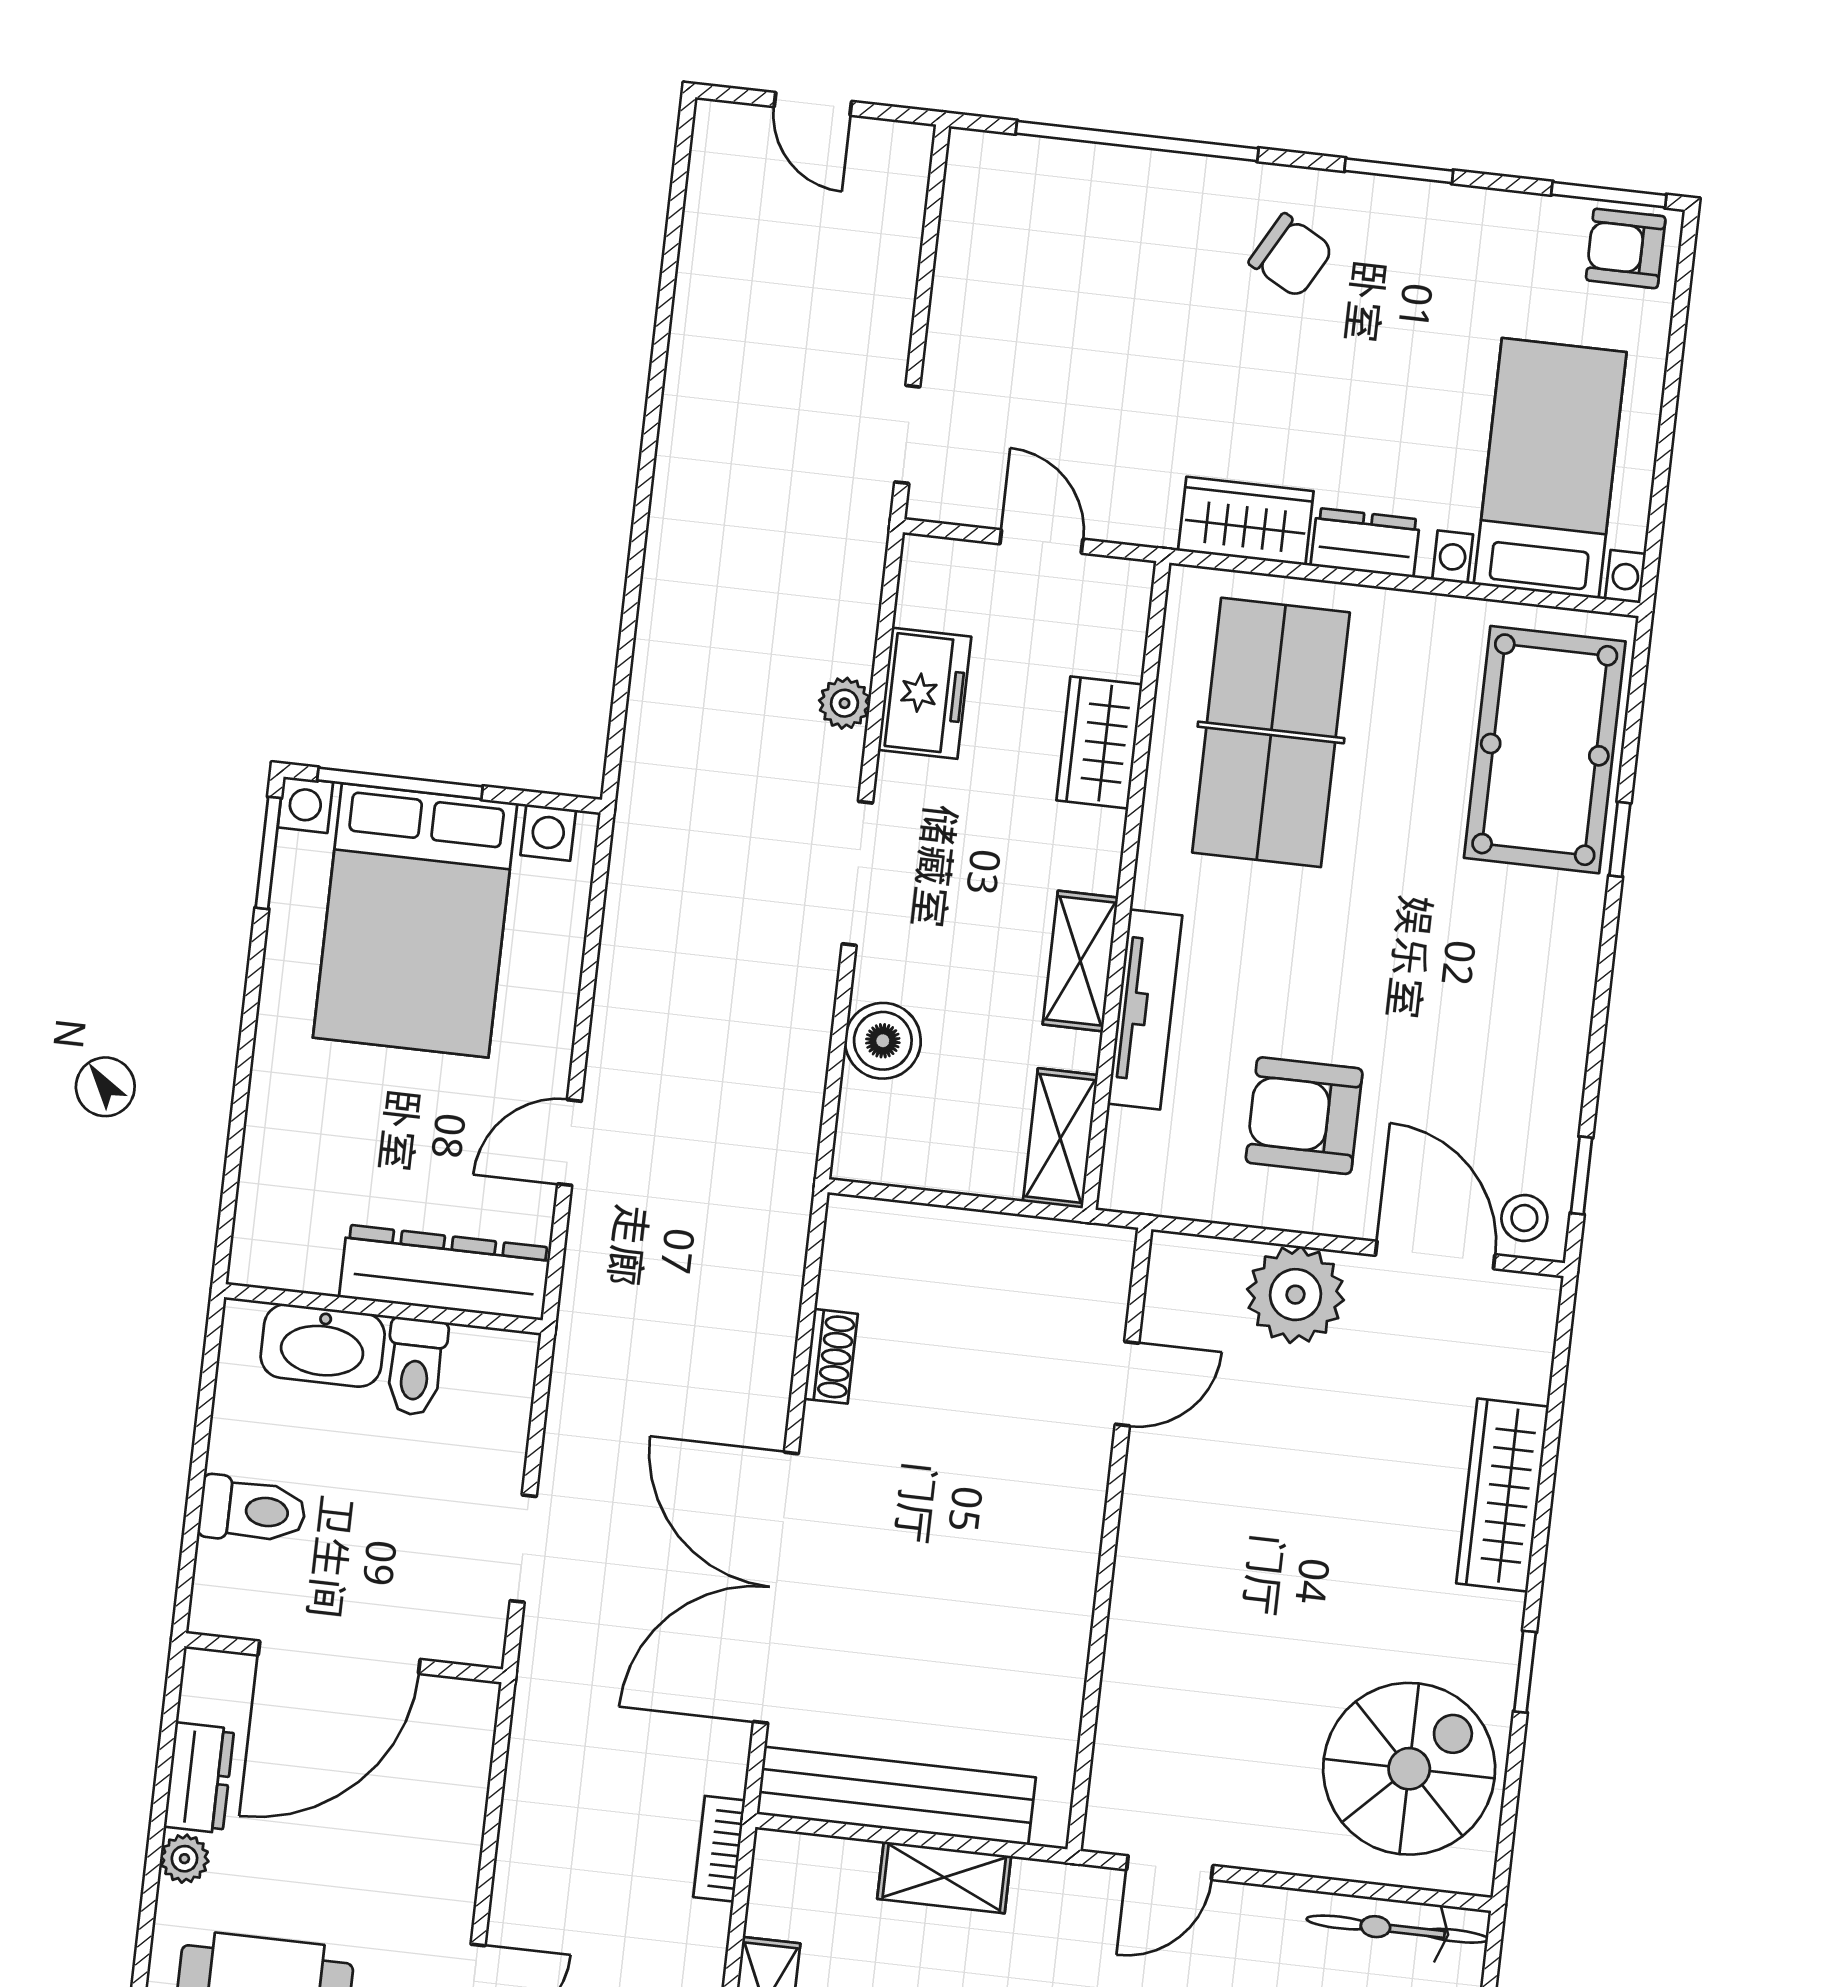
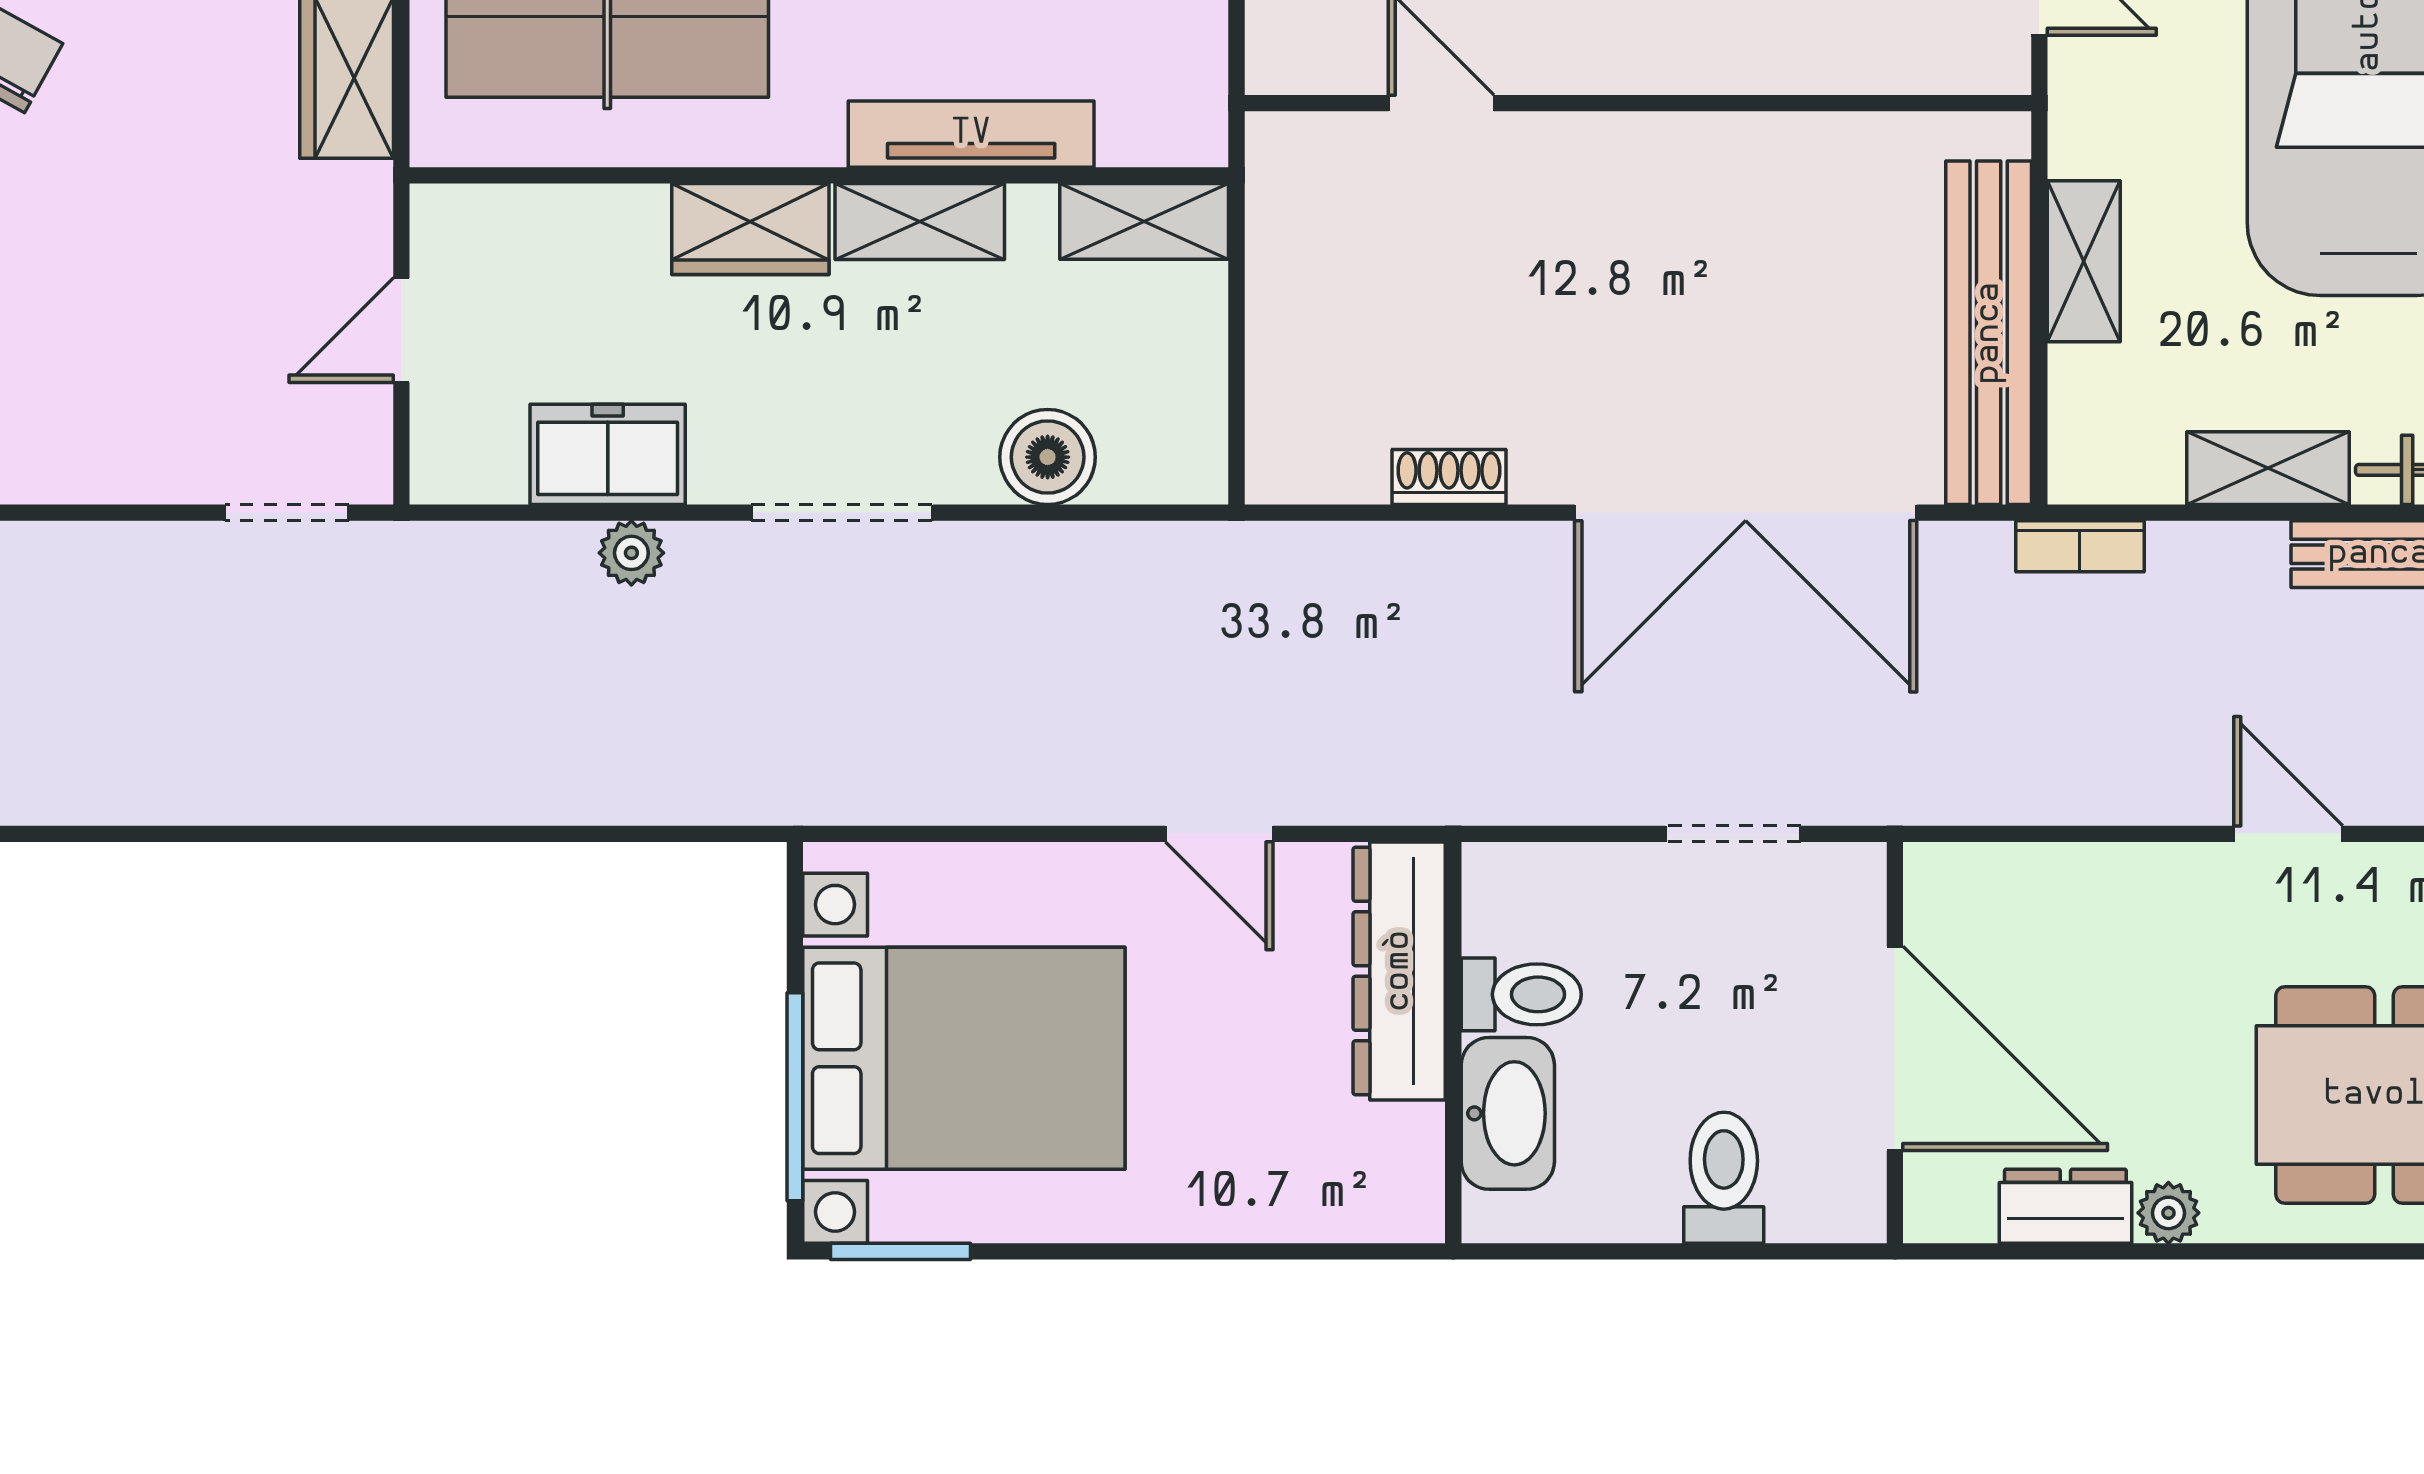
wardrobe: (1099, 742) -> (750, 229), moved

